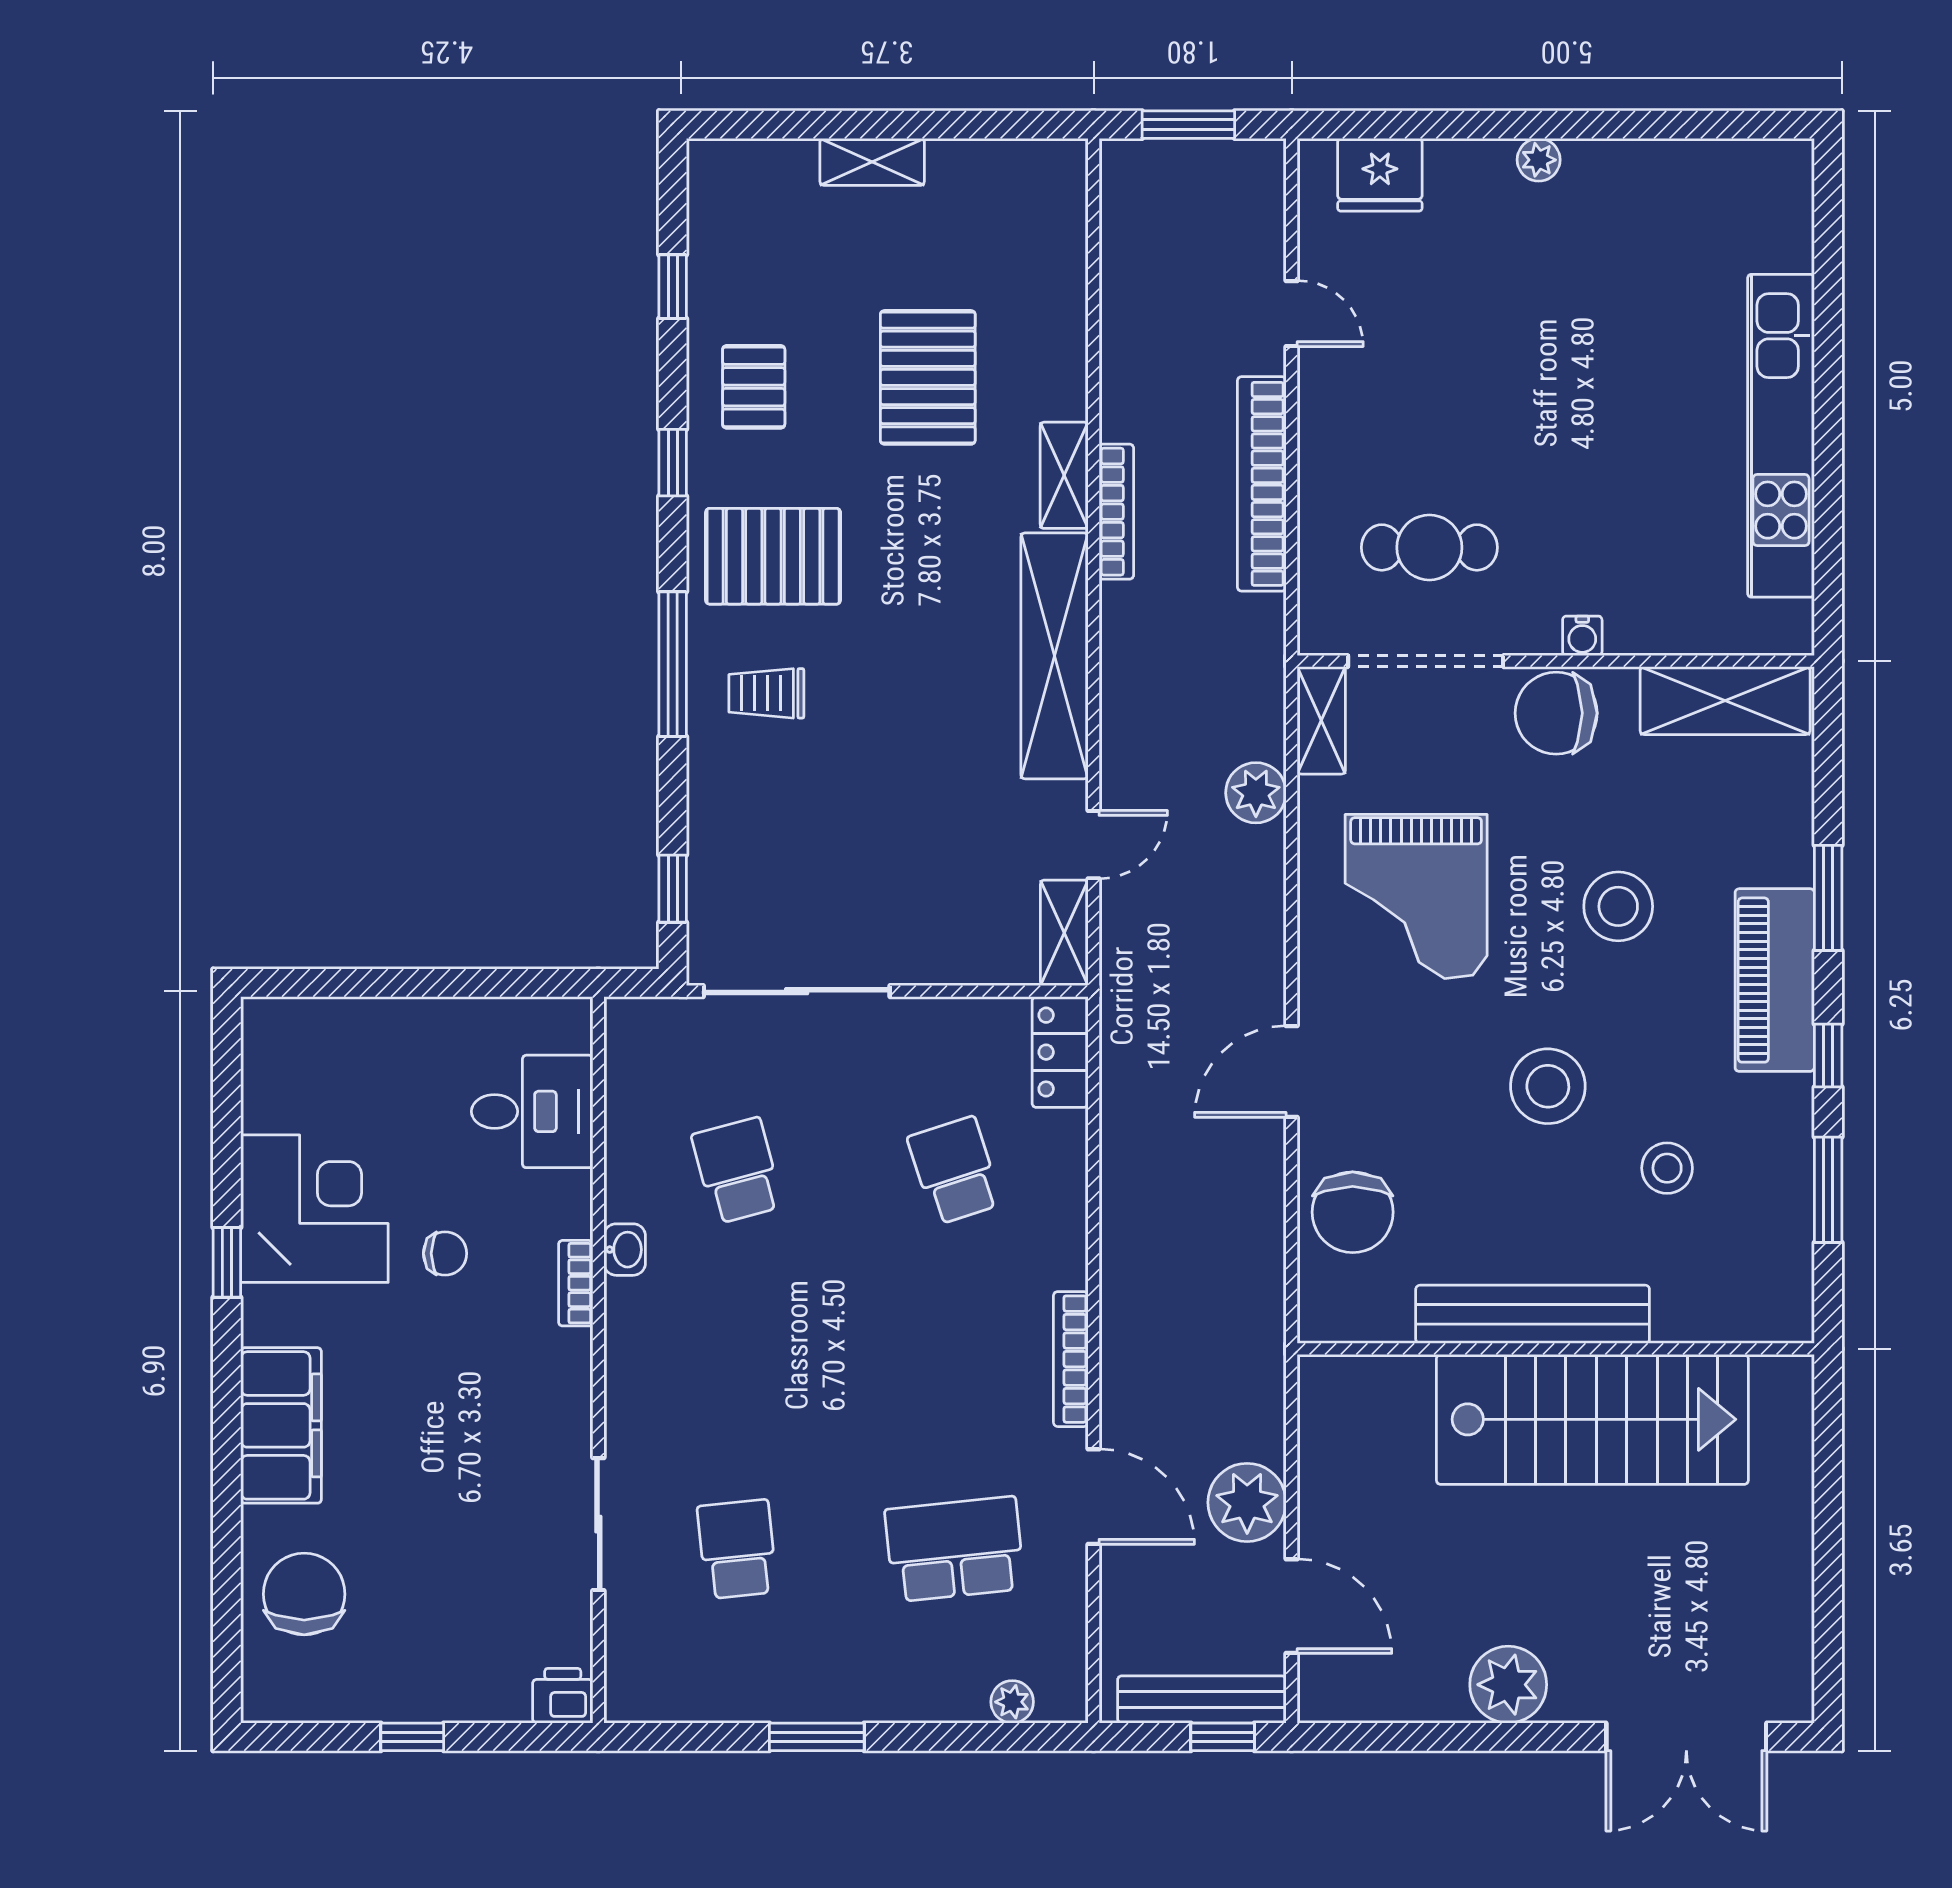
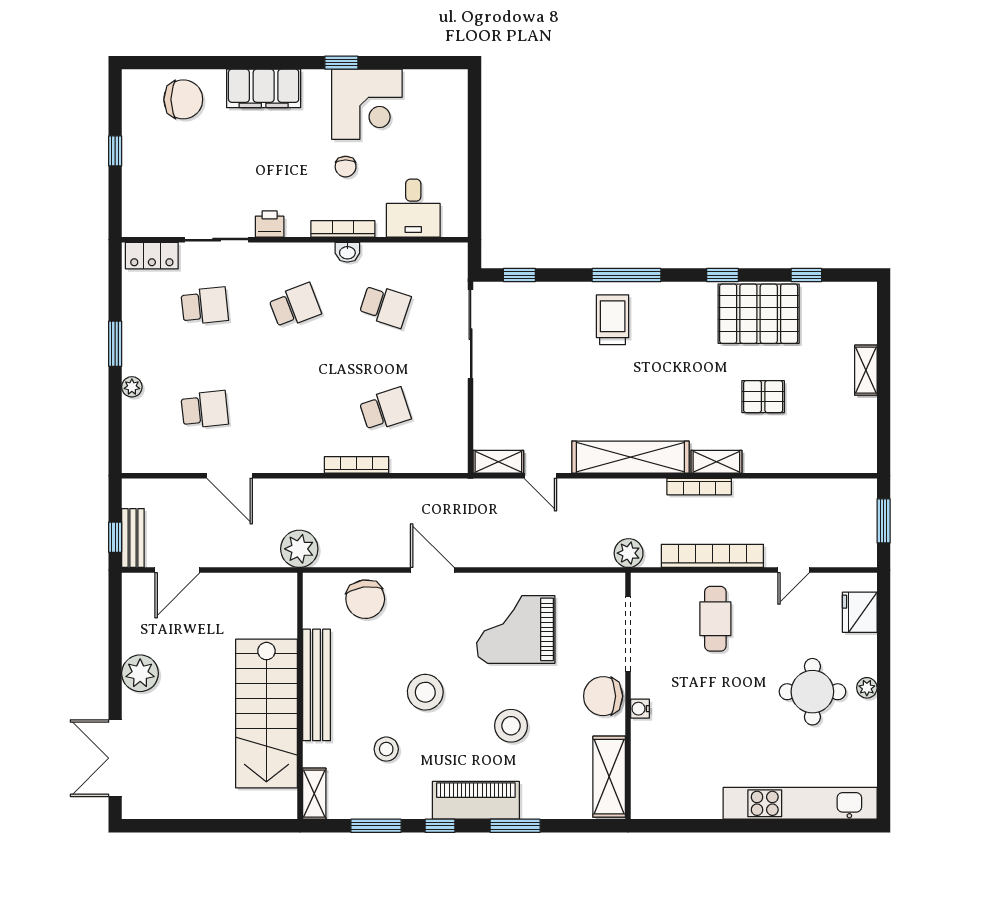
round table: (1547, 274) -> (812, 692), added
pallet: (928, 377) -> (763, 397), width x0.67, depth x0.71
pallet: (754, 387) -> (759, 314), width x2.05, depth x2.00
kitchen unit: (1781, 436) -> (800, 803), moved
cafe table: (1429, 547) -> (715, 619), moved
pallet: (773, 556) -> (678, 323), removed
trolley: (766, 693) -> (613, 320), width x1.36, depth x1.39
chair: (1556, 713) -> (603, 696), turned -90
shelving: (1321, 720) -> (314, 794), moved, turned 90
plant: (1256, 793) -> (629, 553), moved
locker: (1060, 1052) -> (152, 256), moved, turned 180
school desk: (737, 1171) -> (385, 306), turned 33
chair: (1353, 1212) -> (365, 599), turned -98
bookcase: (576, 1283) -> (343, 229), width x1.56
bookcase: (1071, 1359) -> (357, 465), moved
school desk: (737, 1360) -> (295, 306), added
door: (1094, 1497) -> (230, 476), hinge flipped
plant: (1247, 1502) -> (299, 549), moved
school desk: (955, 1549) -> (205, 409), width x0.54
printer: (563, 1696) -> (270, 224), moved, turned -90
bench: (1202, 1699) -> (133, 538), width x0.73
plant: (1012, 1702) -> (132, 387), moved

